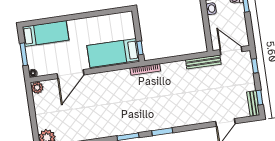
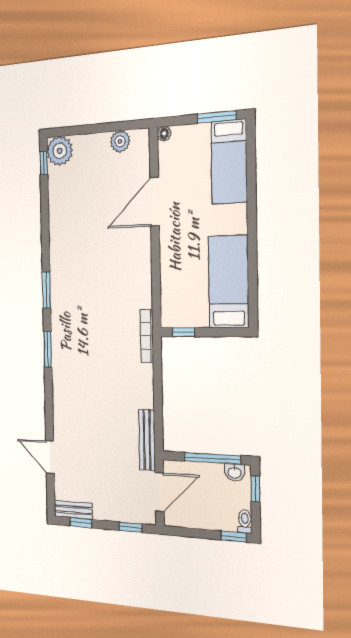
window: (206, 22) -> (212, 458), added
bed: (113, 53) -> (229, 282), moved
window: (24, 54) -> (217, 117), moved
door: (70, 74) -> (155, 202), hinge flipped
plant: (37, 88) -> (120, 141), moved

